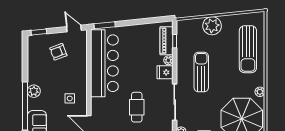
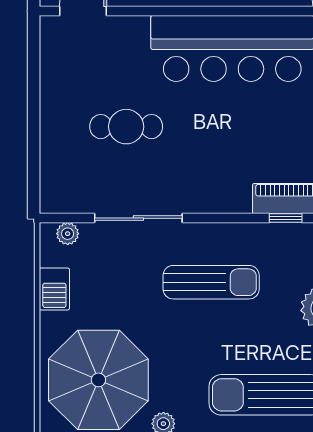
plant: (168, 60) -> (239, 203), removed
fridge: (165, 72) -> (210, 195), removed

